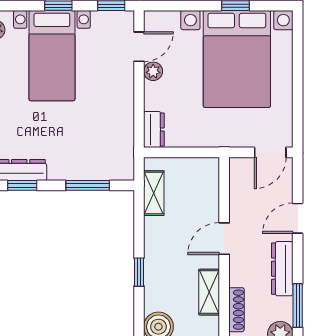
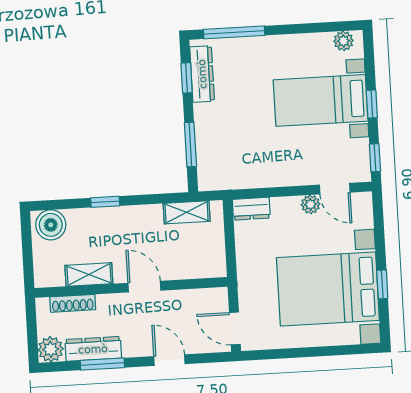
dresser: (282, 269) -> (93, 349), moved
window: (298, 306) -> (102, 364), moved

